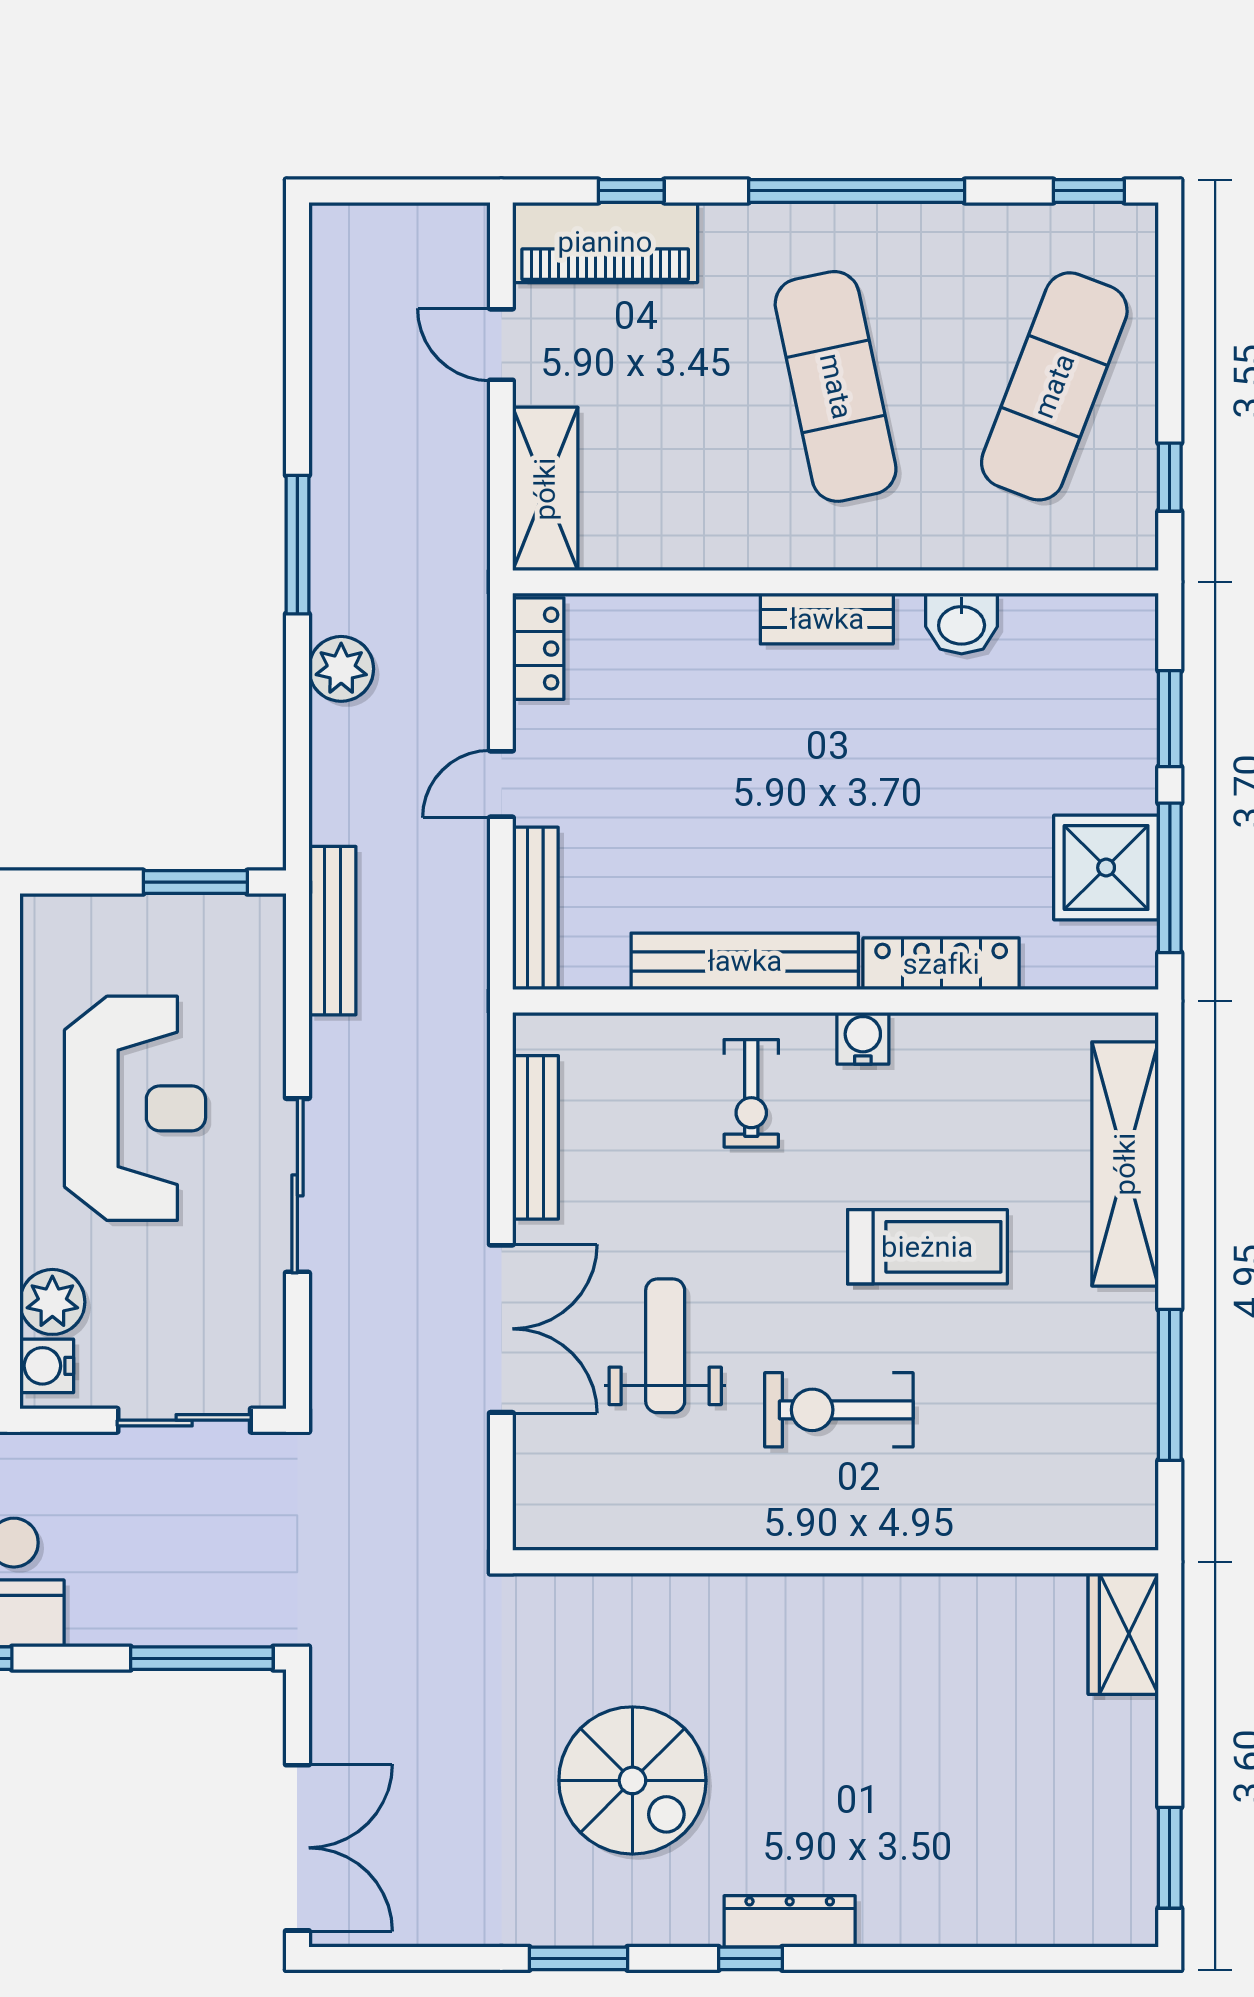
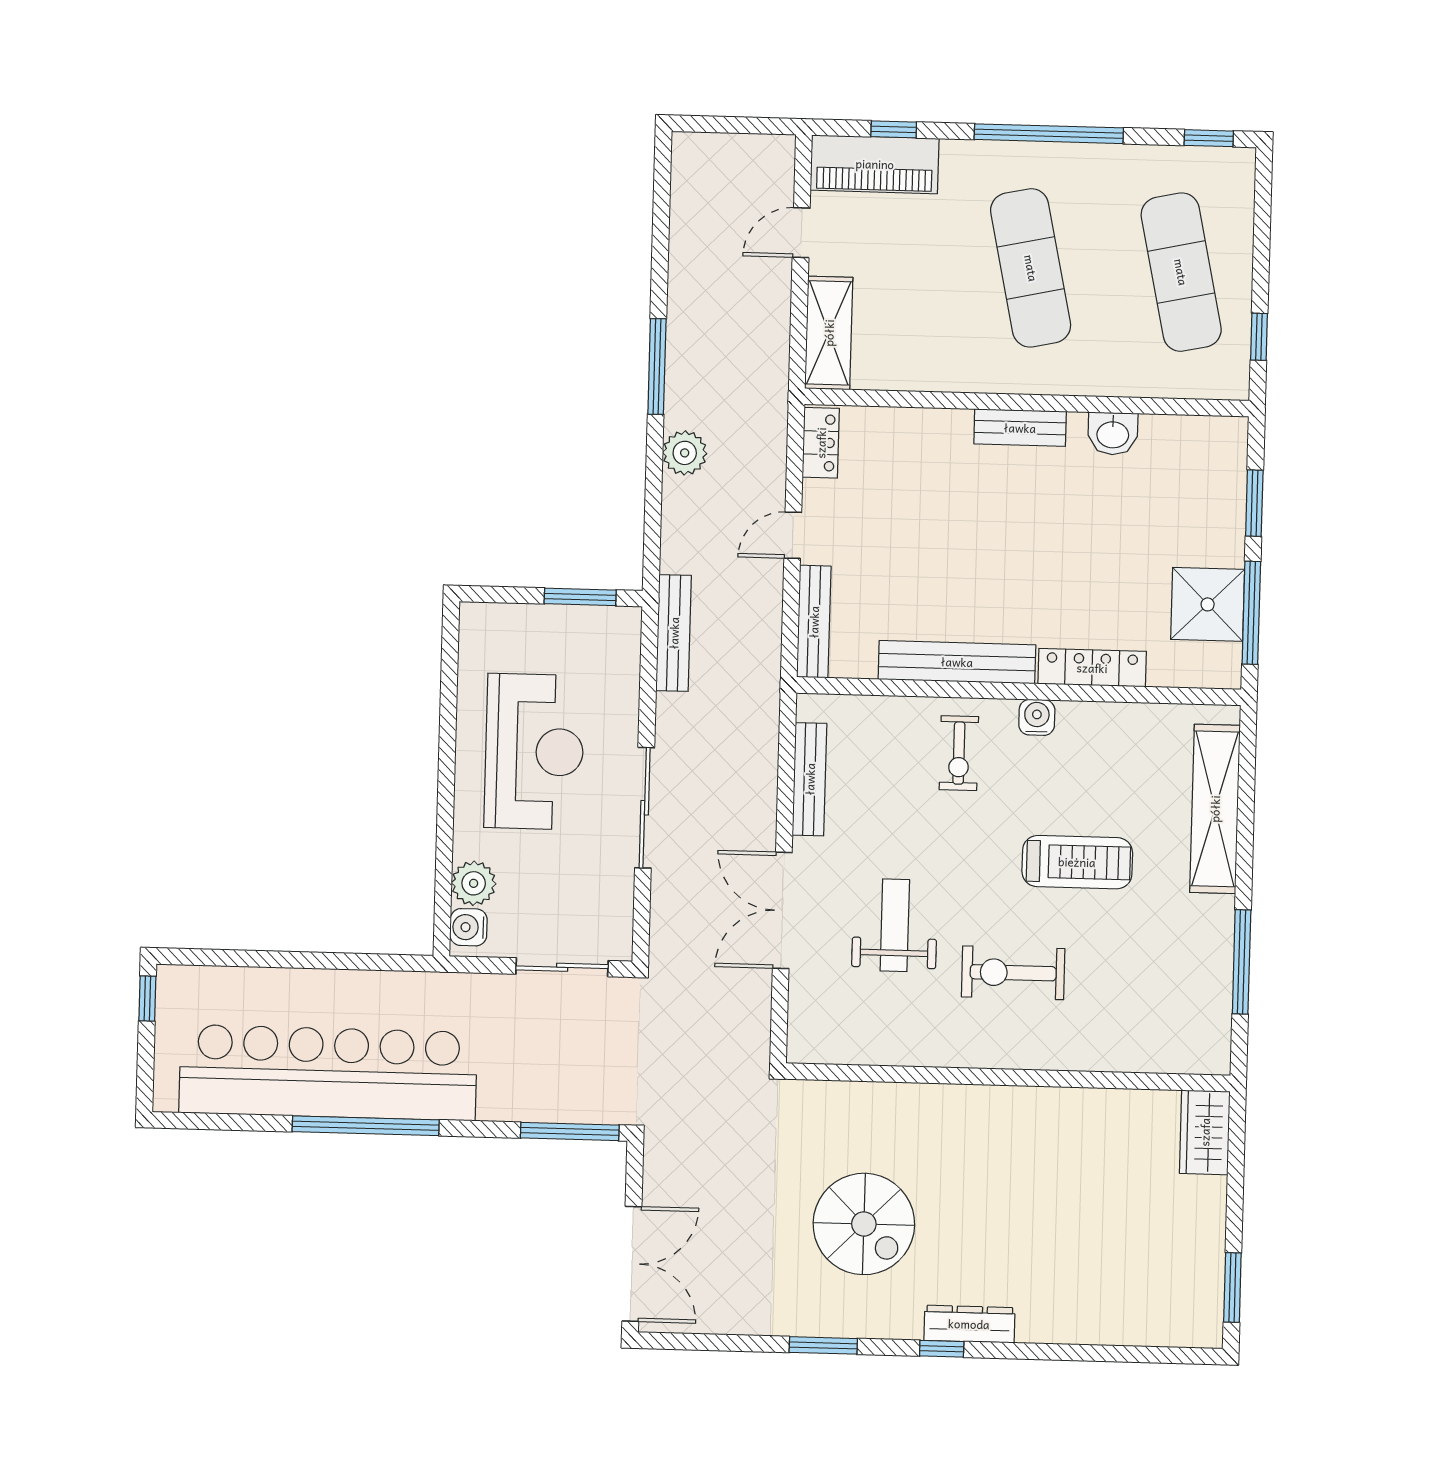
door: (501, 345) -> (801, 233), hinge flipped
exercise mat: (1054, 386) -> (1181, 272), turned -33
double door: (501, 1329) -> (782, 910), swing flipped

